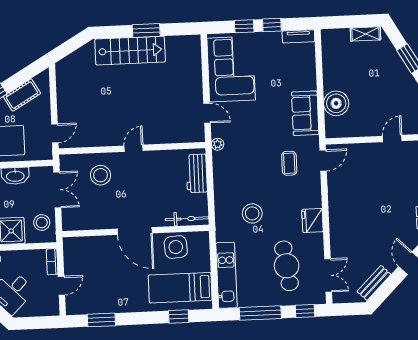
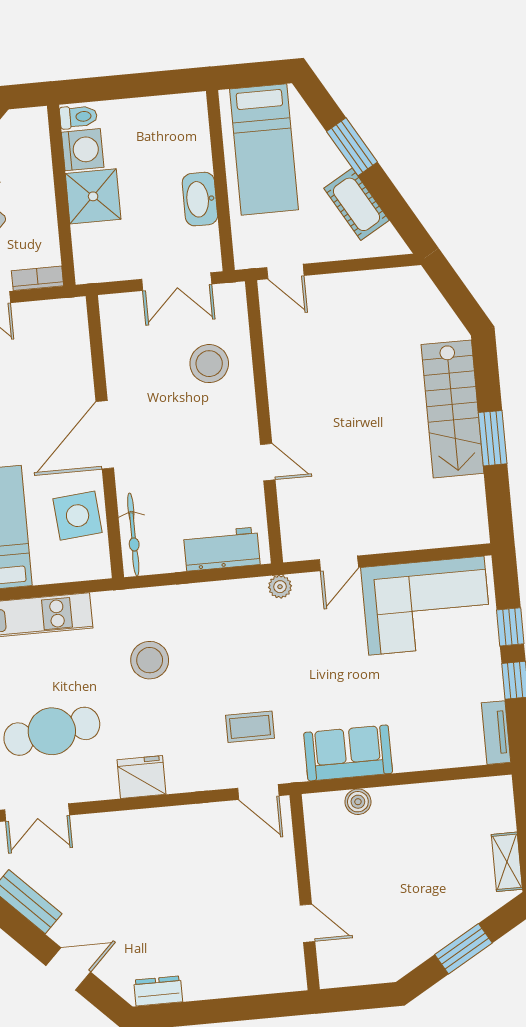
boiler: (336, 103) -> (358, 802), width x0.54, depth x0.54
door: (134, 148) -> (268, 462), moved
stool: (42, 223) -> (112, 255), removed

